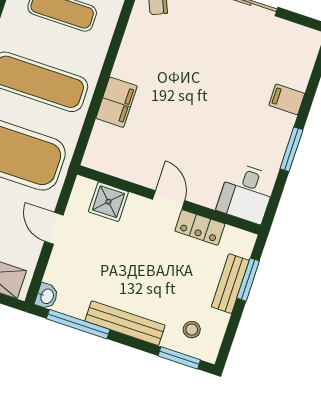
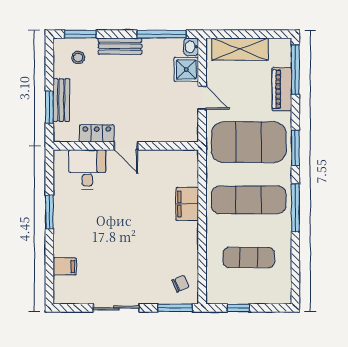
filing cabinet: (287, 99) -> (65, 267), moved
desk: (246, 193) -> (87, 169), moved
shower: (108, 202) -> (186, 70), moved
bench: (125, 323) -> (120, 46), width x0.73

